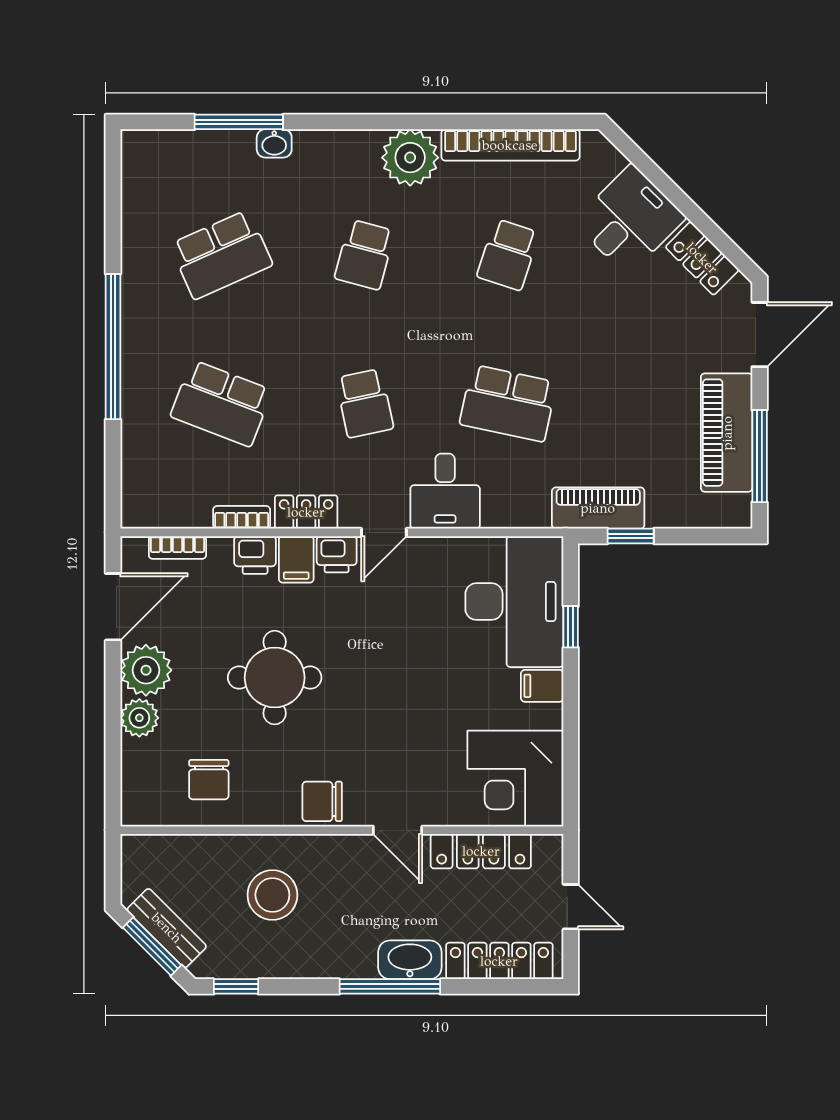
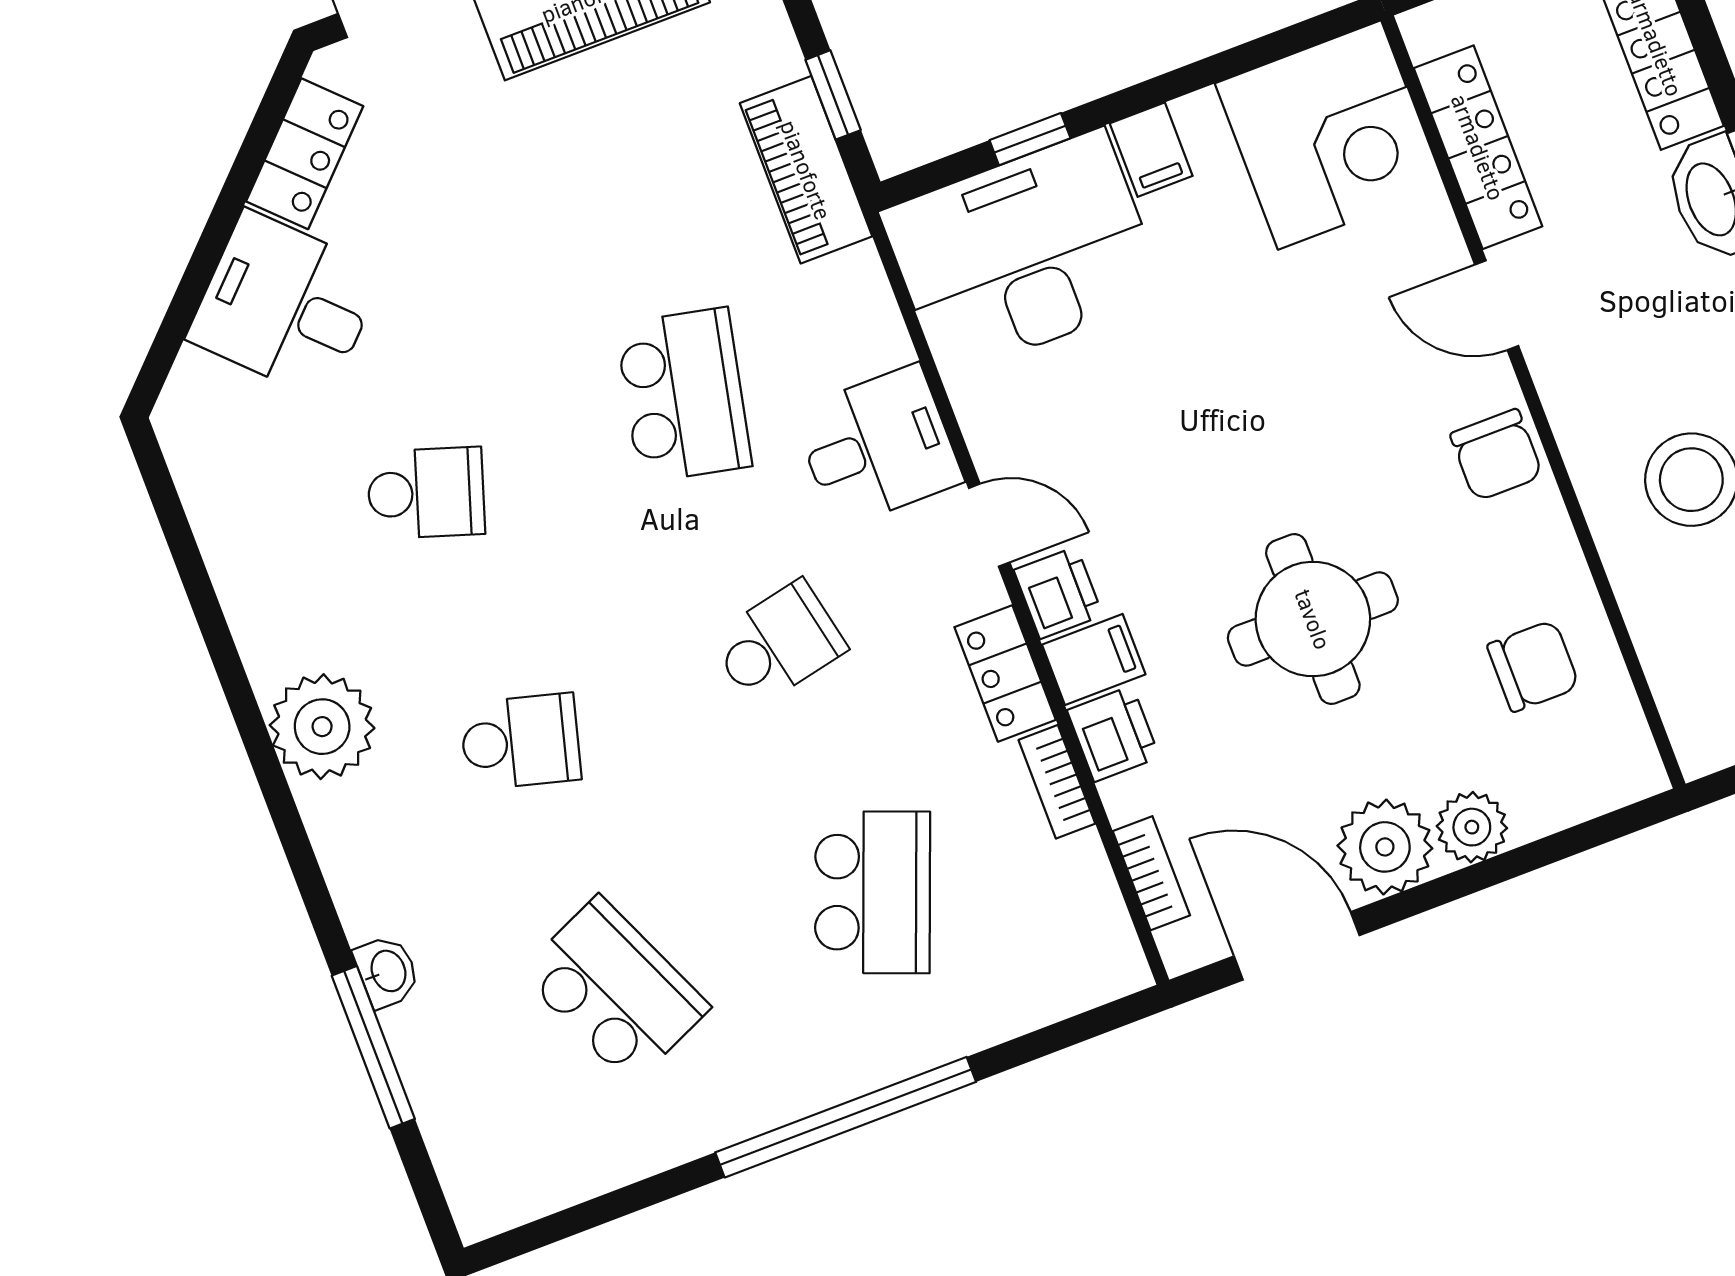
bookcase: (510, 145) -> (234, 561), removed
door: (398, 830) -> (1497, 305), swing flipped

